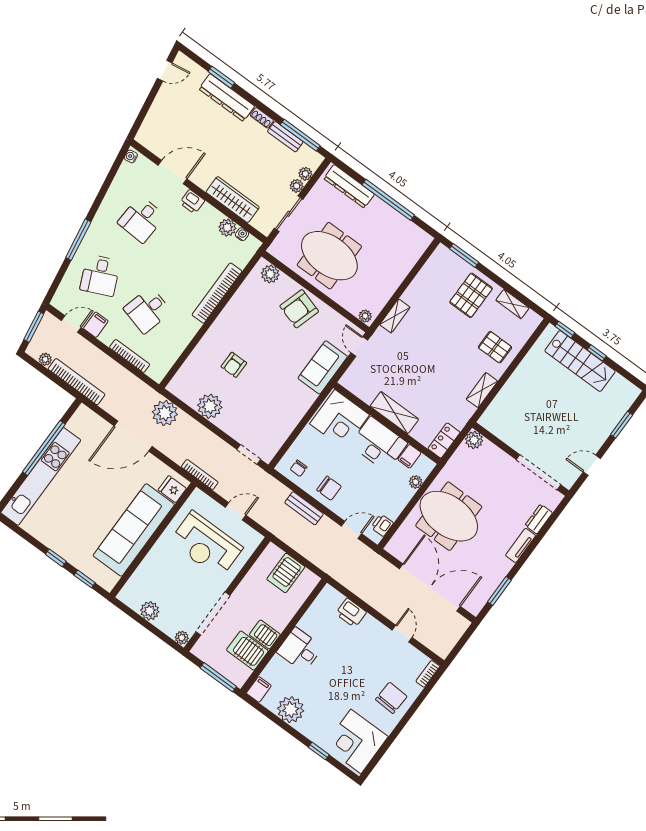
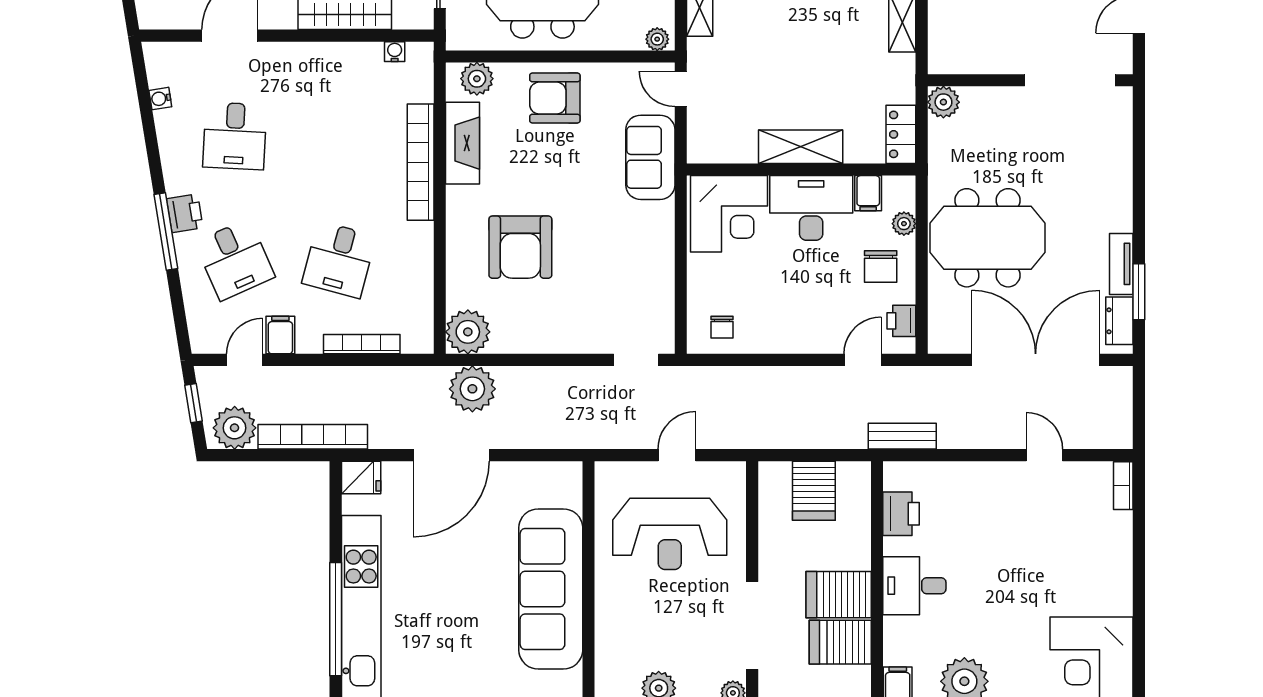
water cooler: (131, 156) -> (160, 99), moved
printer: (192, 202) -> (185, 213), moved, turned -99
plant: (227, 228) -> (367, 57), removed
fireplace: (242, 298) -> (463, 143), added
armchair: (299, 309) -> (555, 98), turned 73
window: (34, 327) -> (194, 403), width x0.67
plant: (45, 359) -> (235, 428), width x1.88, depth x1.88
armchair: (234, 365) -> (520, 247), width x1.88, depth x1.88
plant: (210, 406) -> (468, 332), moved
window: (44, 448) -> (336, 619), moved
bookcase: (200, 475) -> (587, 440), removed
chair: (329, 488) -> (881, 267), moved, turned 90
fridge: (172, 489) -> (361, 477), moved, turned 180
bench: (304, 508) -> (902, 436), moved
dresser: (539, 519) -> (1119, 321), moved
tv unit: (521, 545) -> (1121, 264), moved
printer: (351, 613) -> (901, 514), moved, turned -90
server rack: (265, 635) -> (839, 595), width x1.36, depth x1.44
chair: (391, 698) -> (1096, 559), removed

